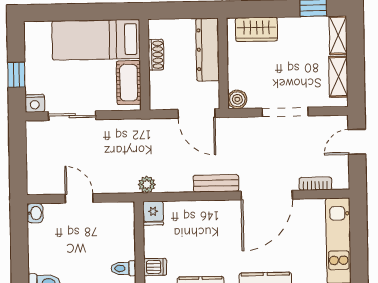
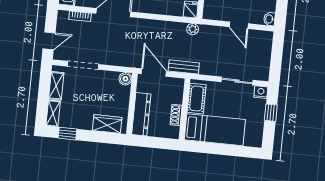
doorway: (285, 112) -> (83, 65), moved
bench: (216, 183) -> (184, 67), moved

